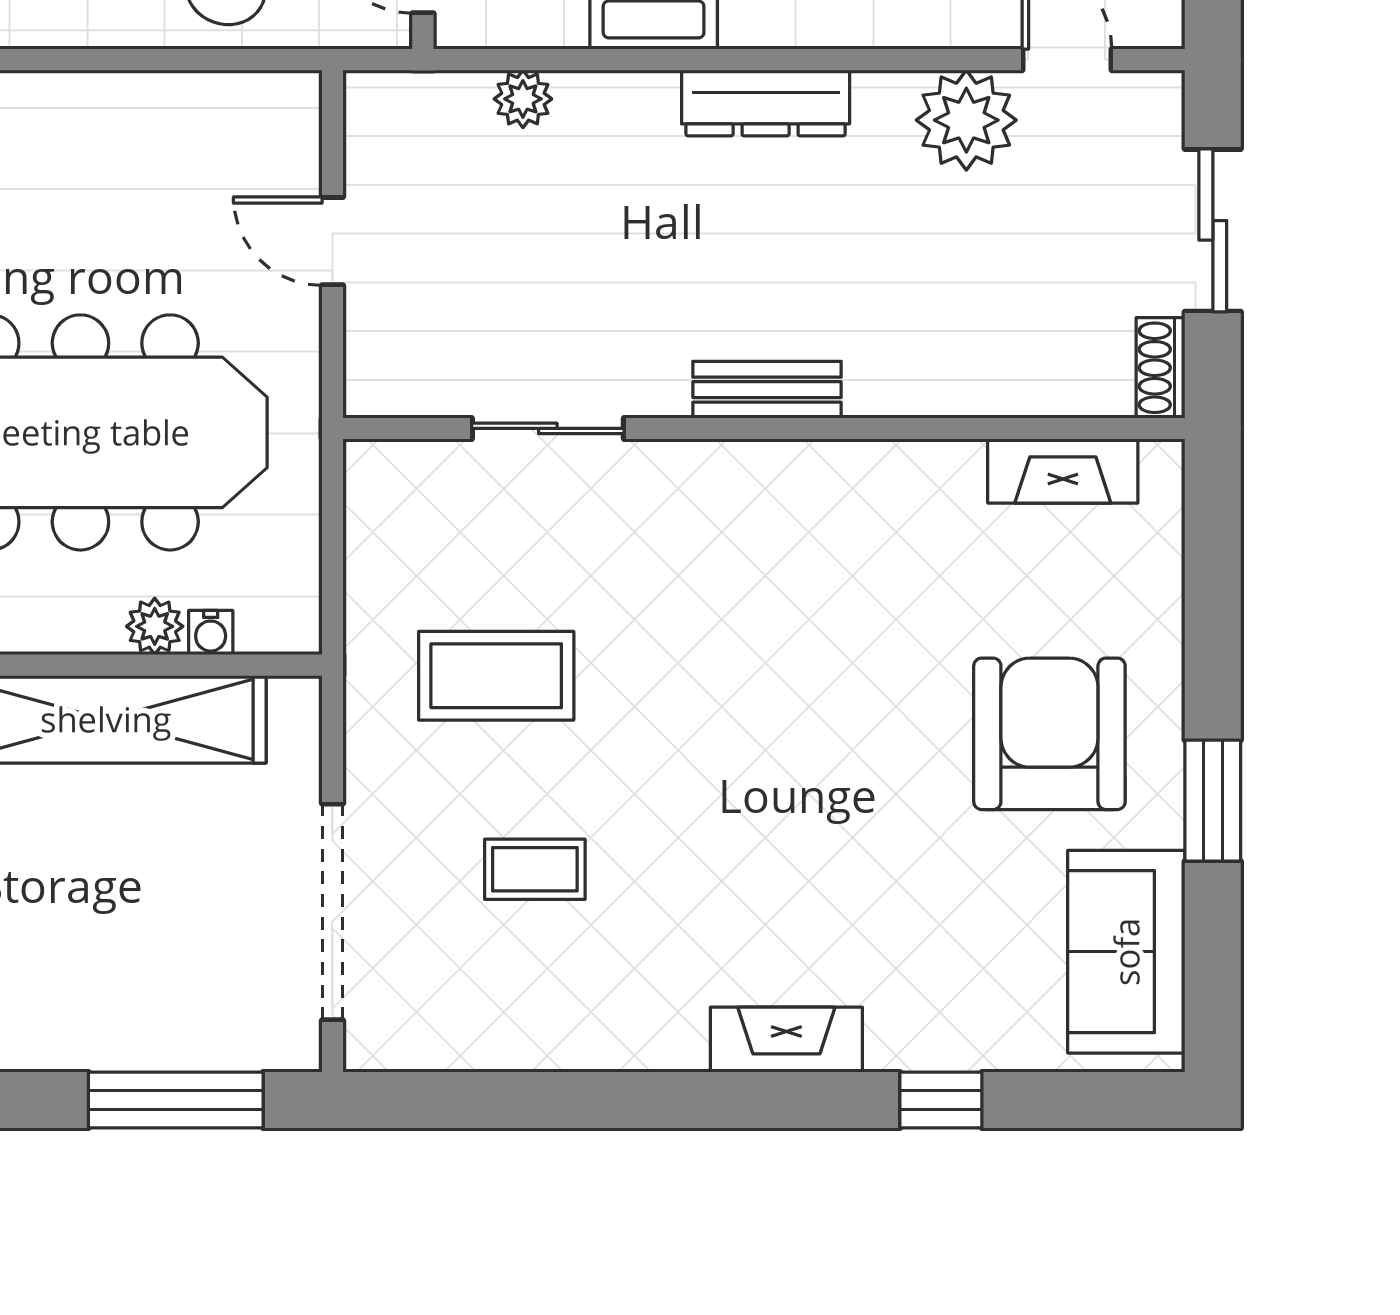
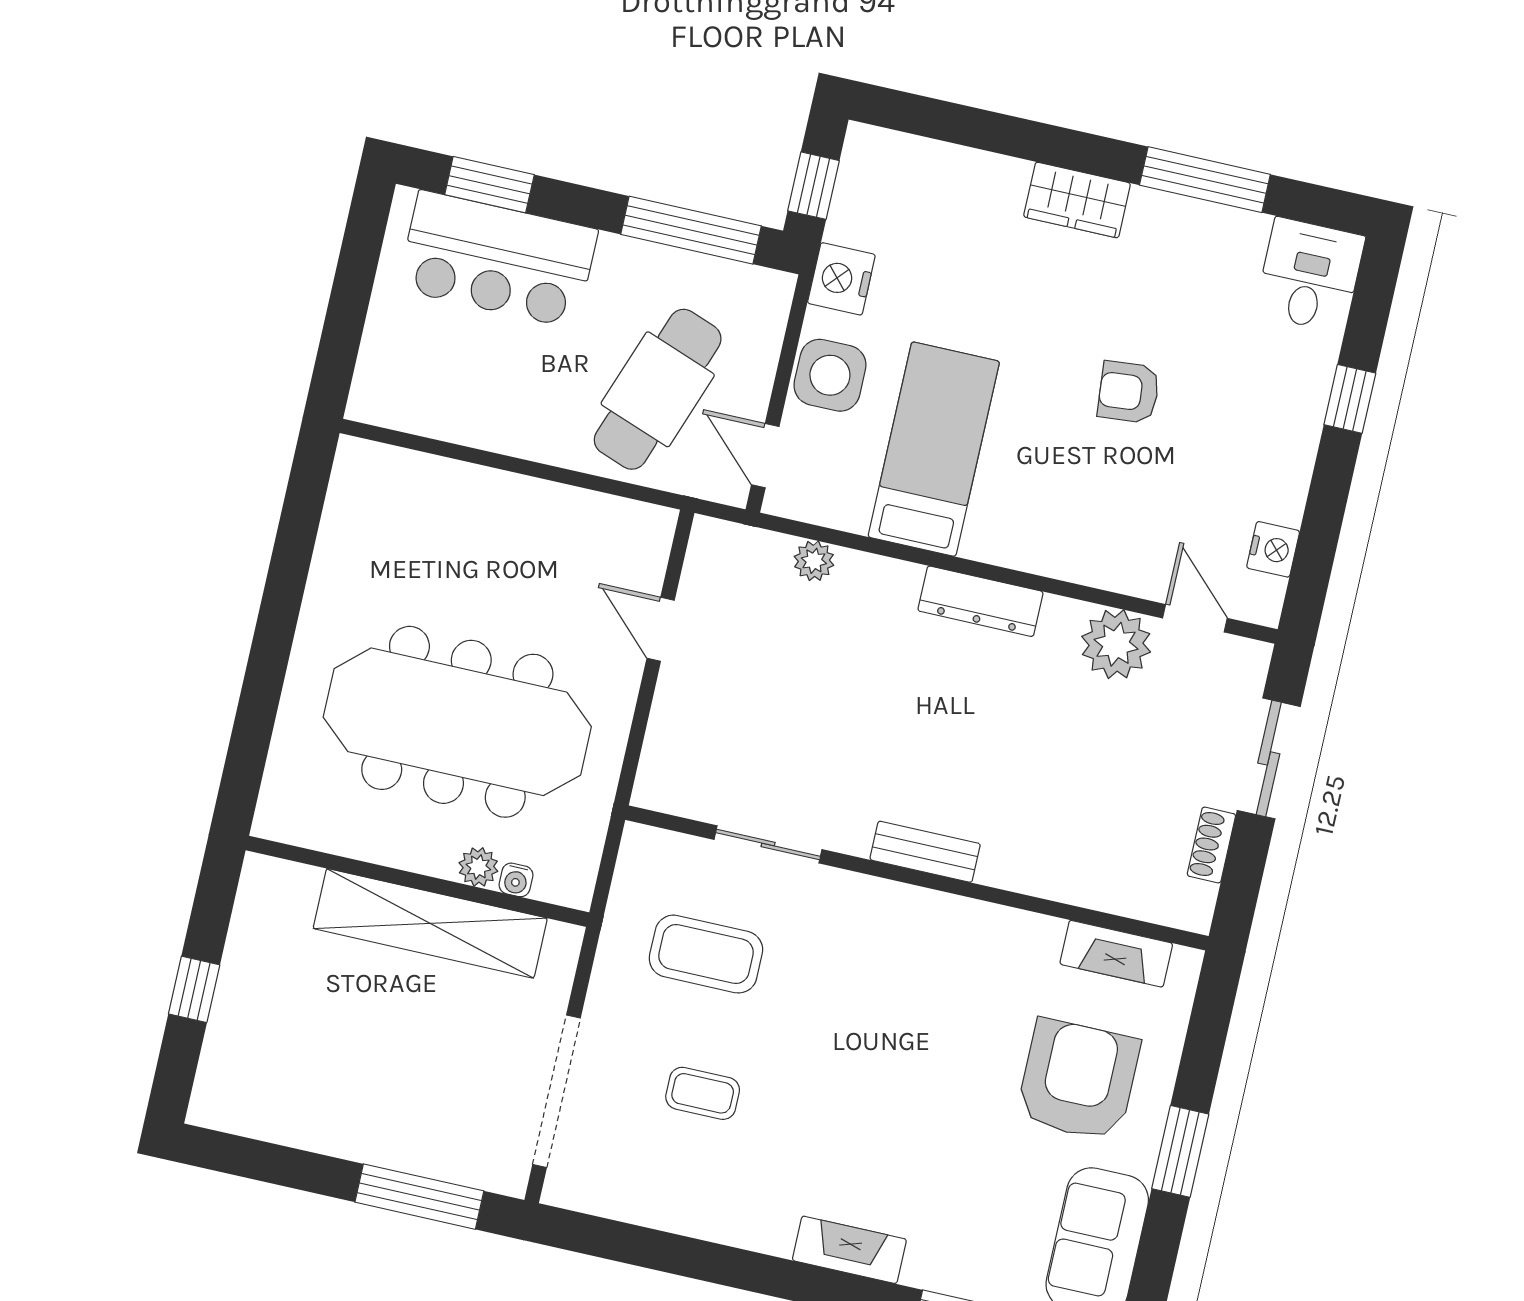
bench: (767, 390) -> (925, 852), moved
sliding door: (548, 428) -> (768, 844), moved
wall: (764, 428) -> (917, 878), moved
fireplace: (1063, 471) -> (1116, 954), moved

